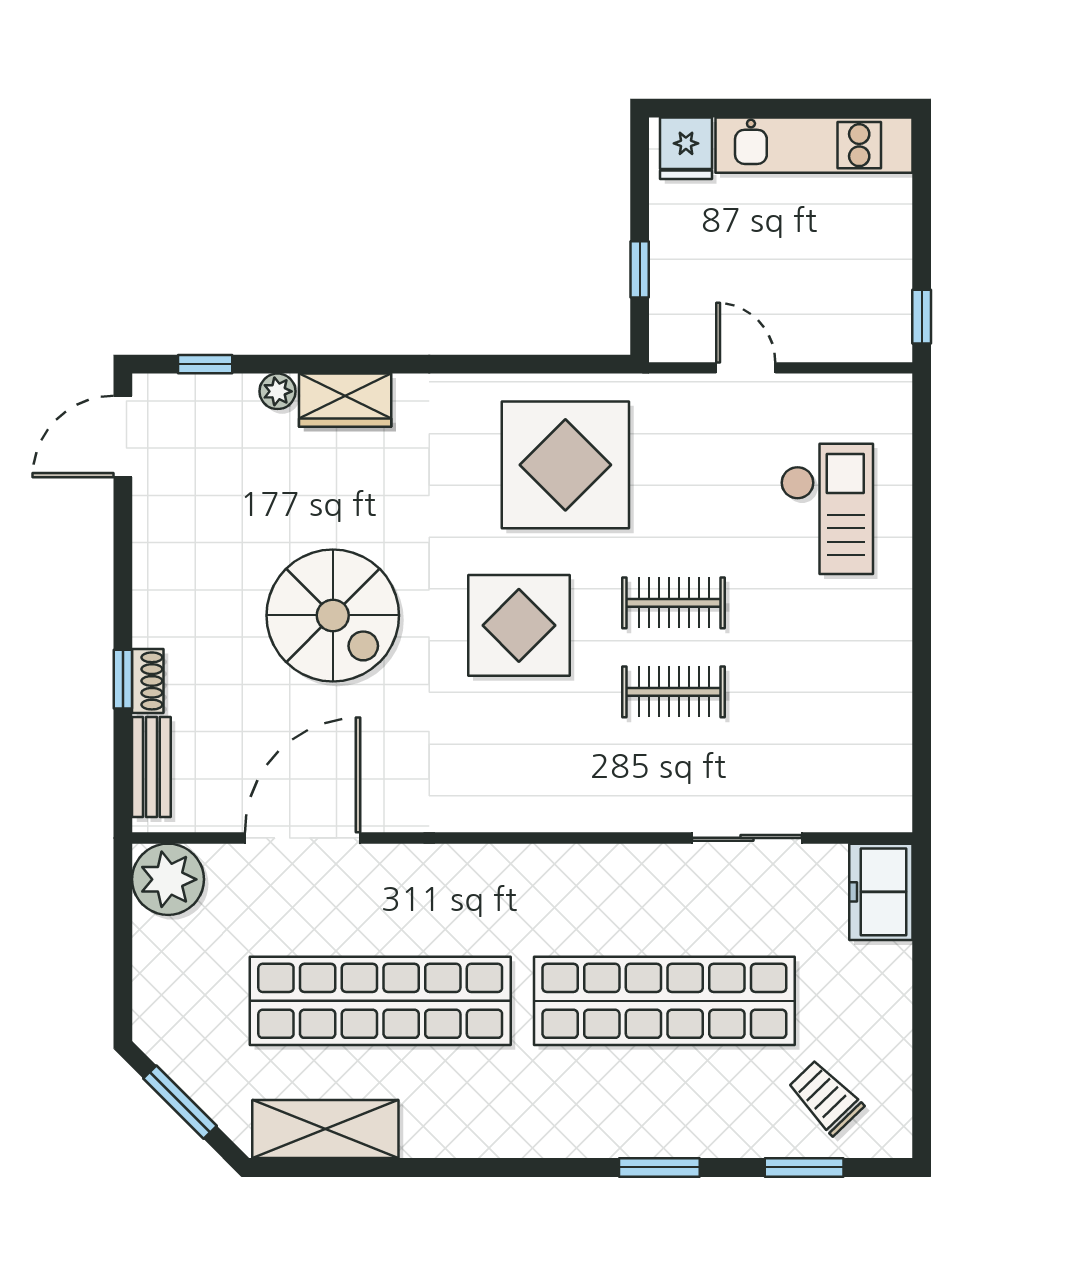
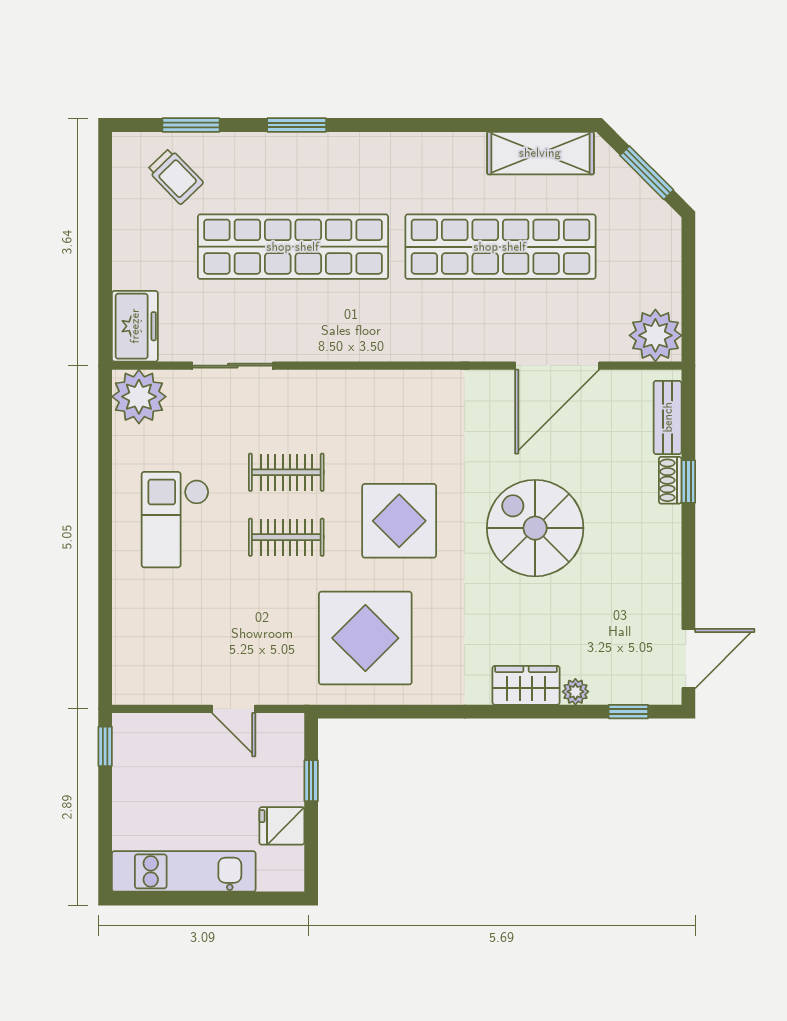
fridge: (686, 148) -> (282, 826), moved, turned -90
checkout: (827, 509) -> (175, 520), moved
plant: (875, 795) -> (139, 397), added

